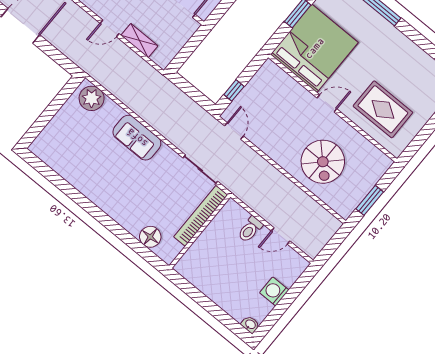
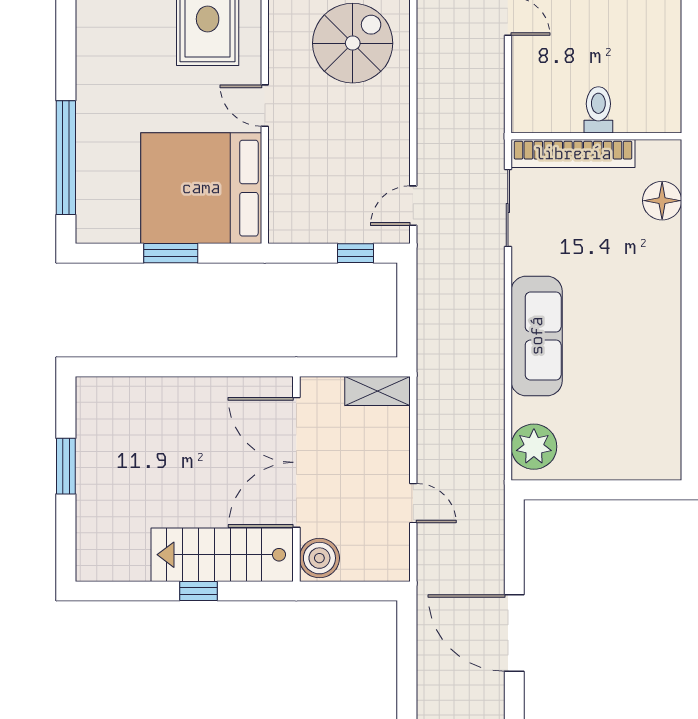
shelving: (139, 41) -> (377, 391), moved, turned 90
sofa: (137, 138) -> (537, 336), width x1.36
toilet: (250, 229) -> (598, 110), moved, turned -90

